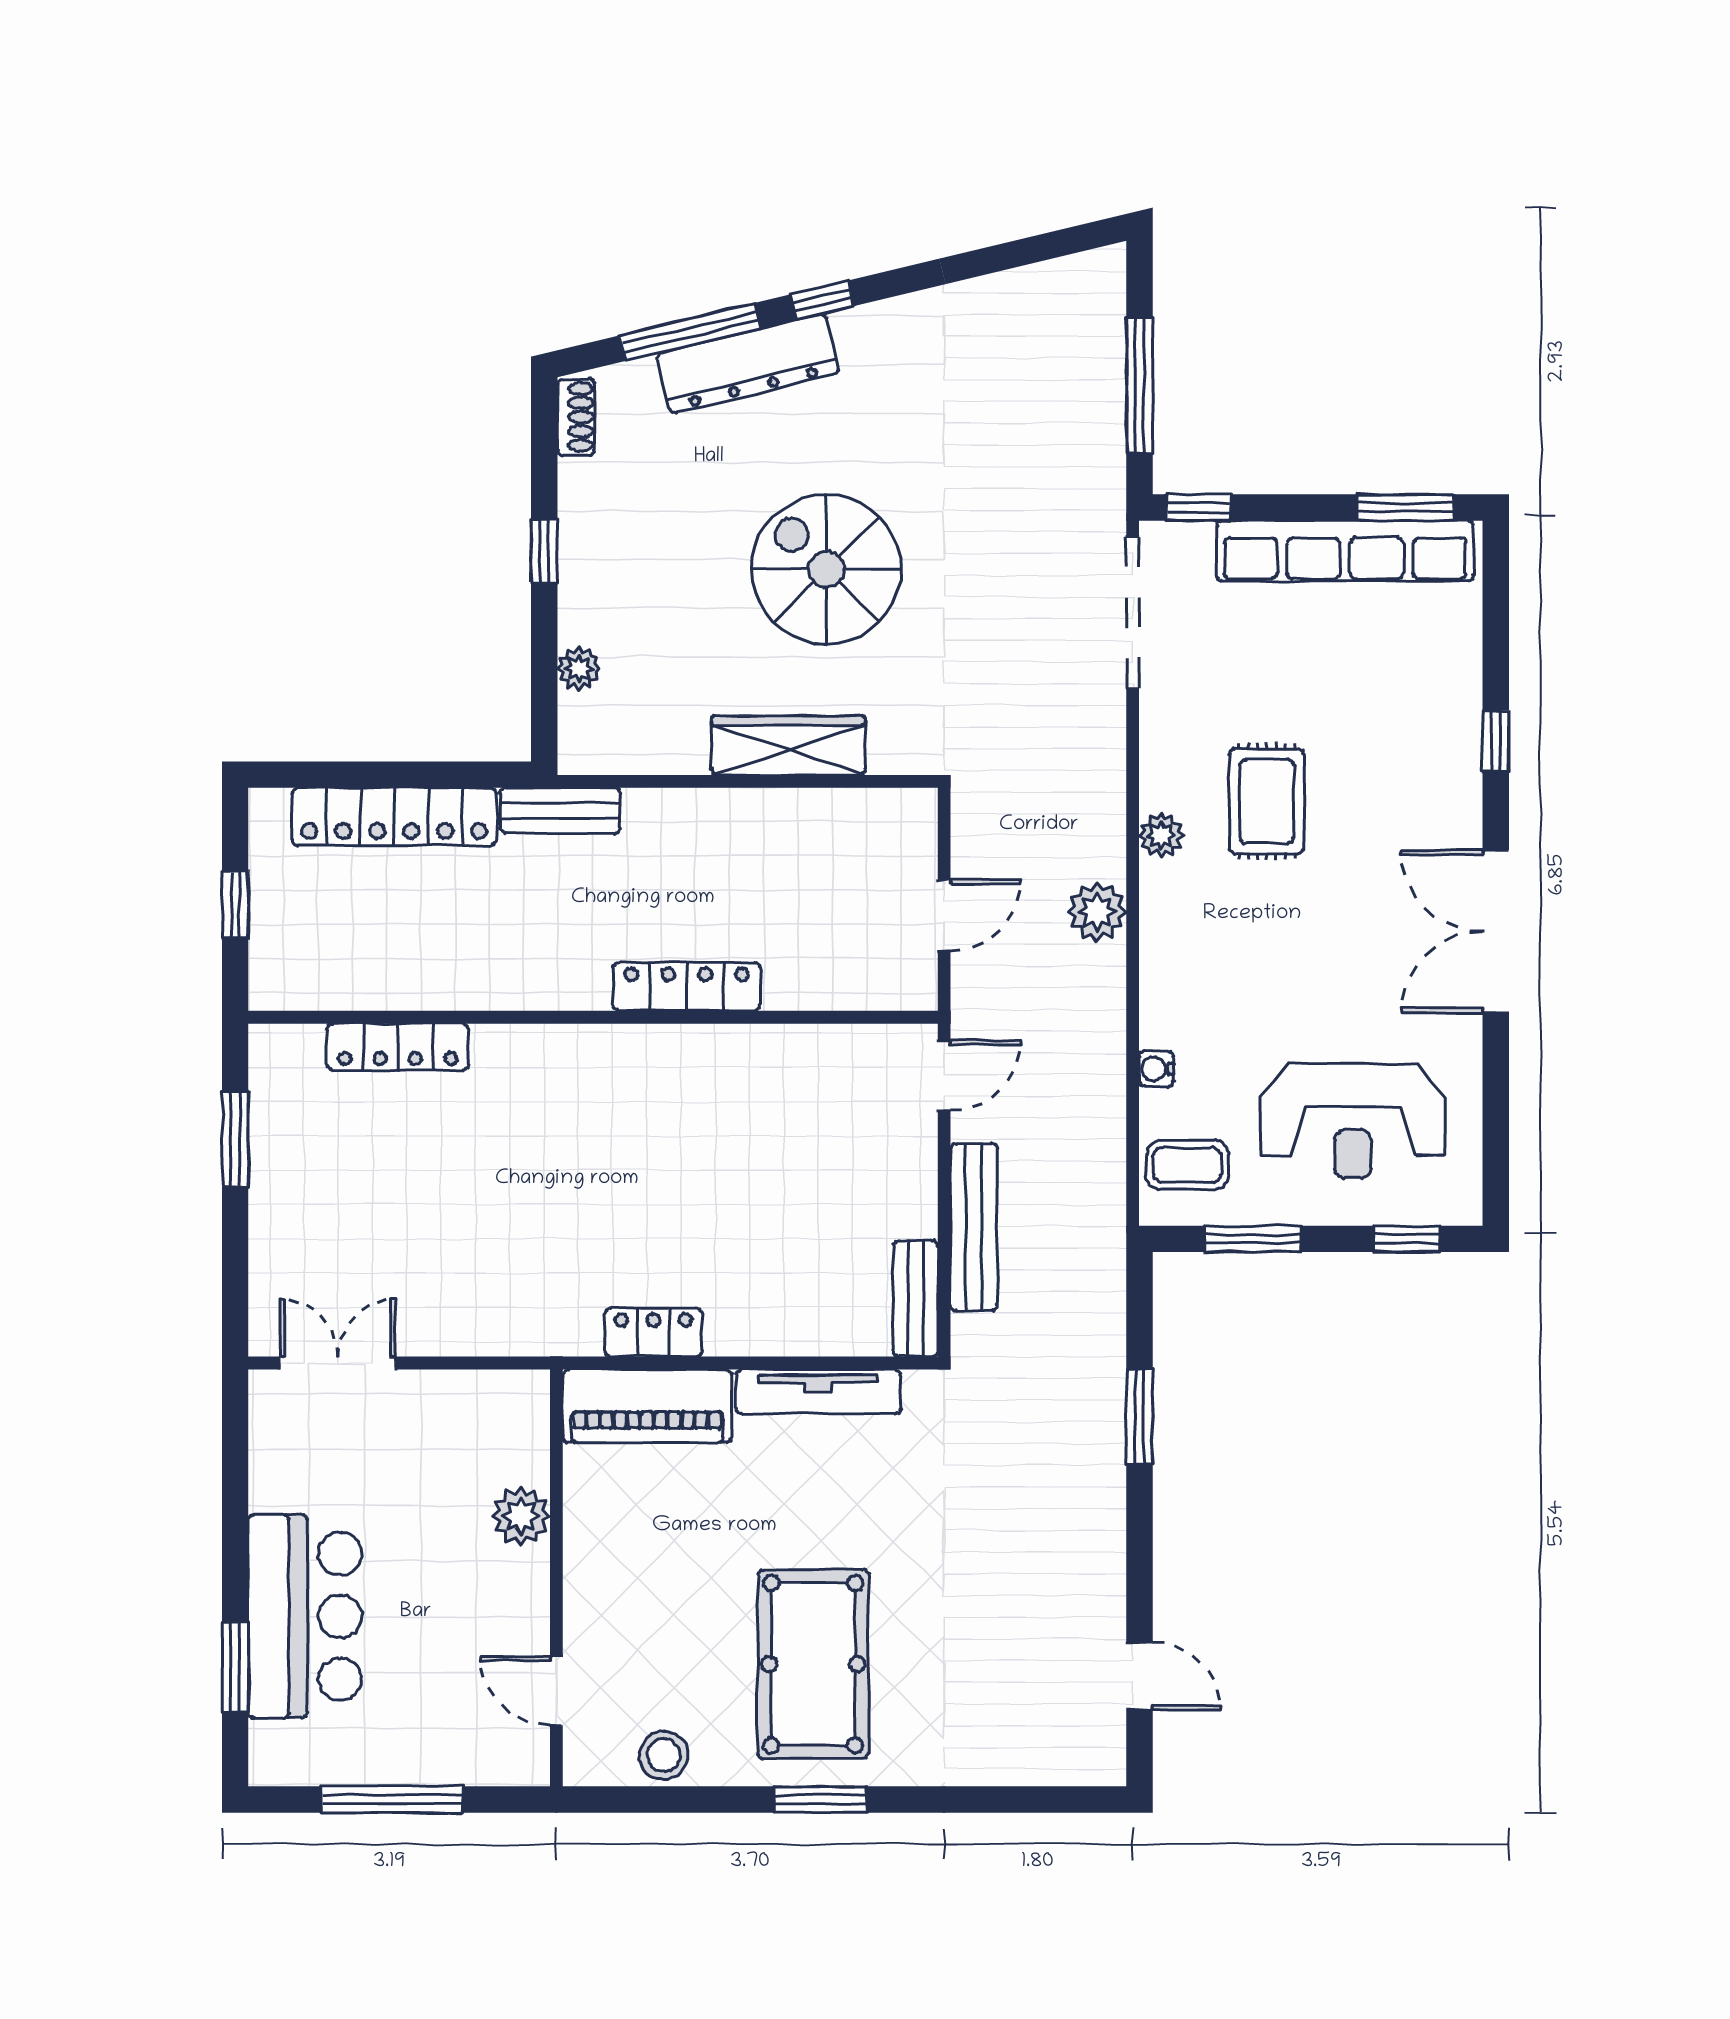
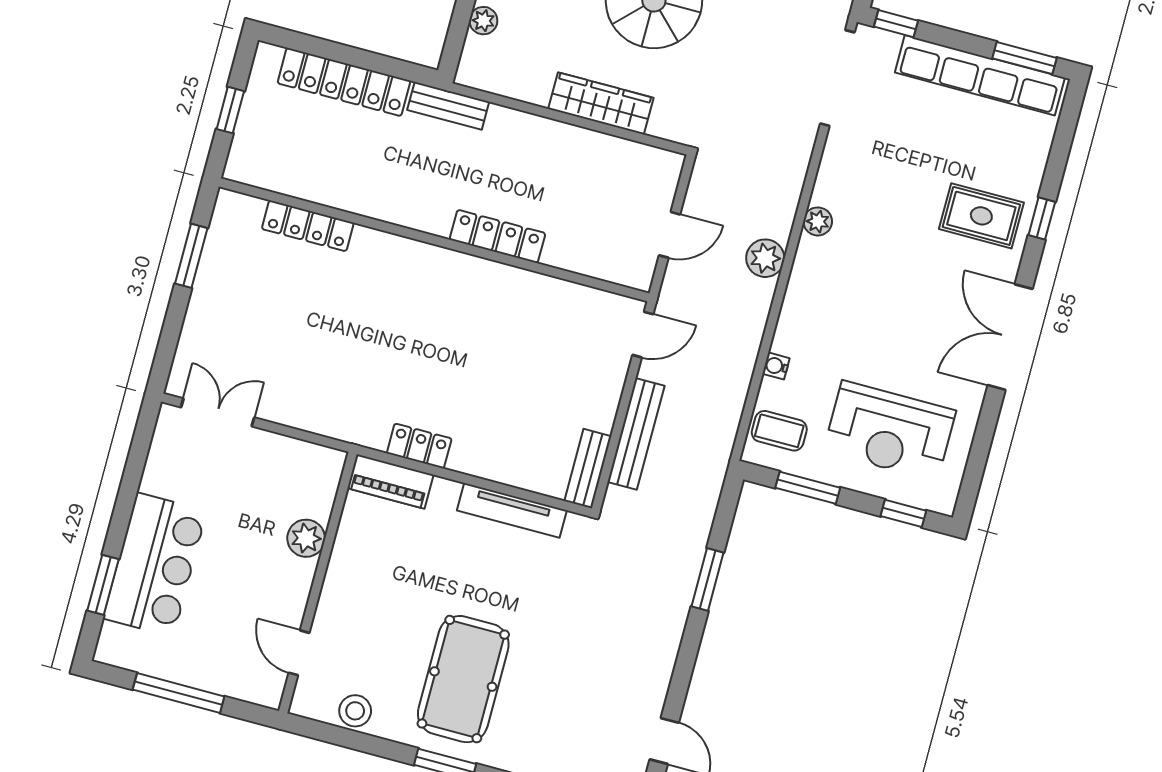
rug: (1267, 801) -> (981, 216), moved, turned 90
piano: (647, 1406) -> (390, 481), width x0.73, depth x0.75

